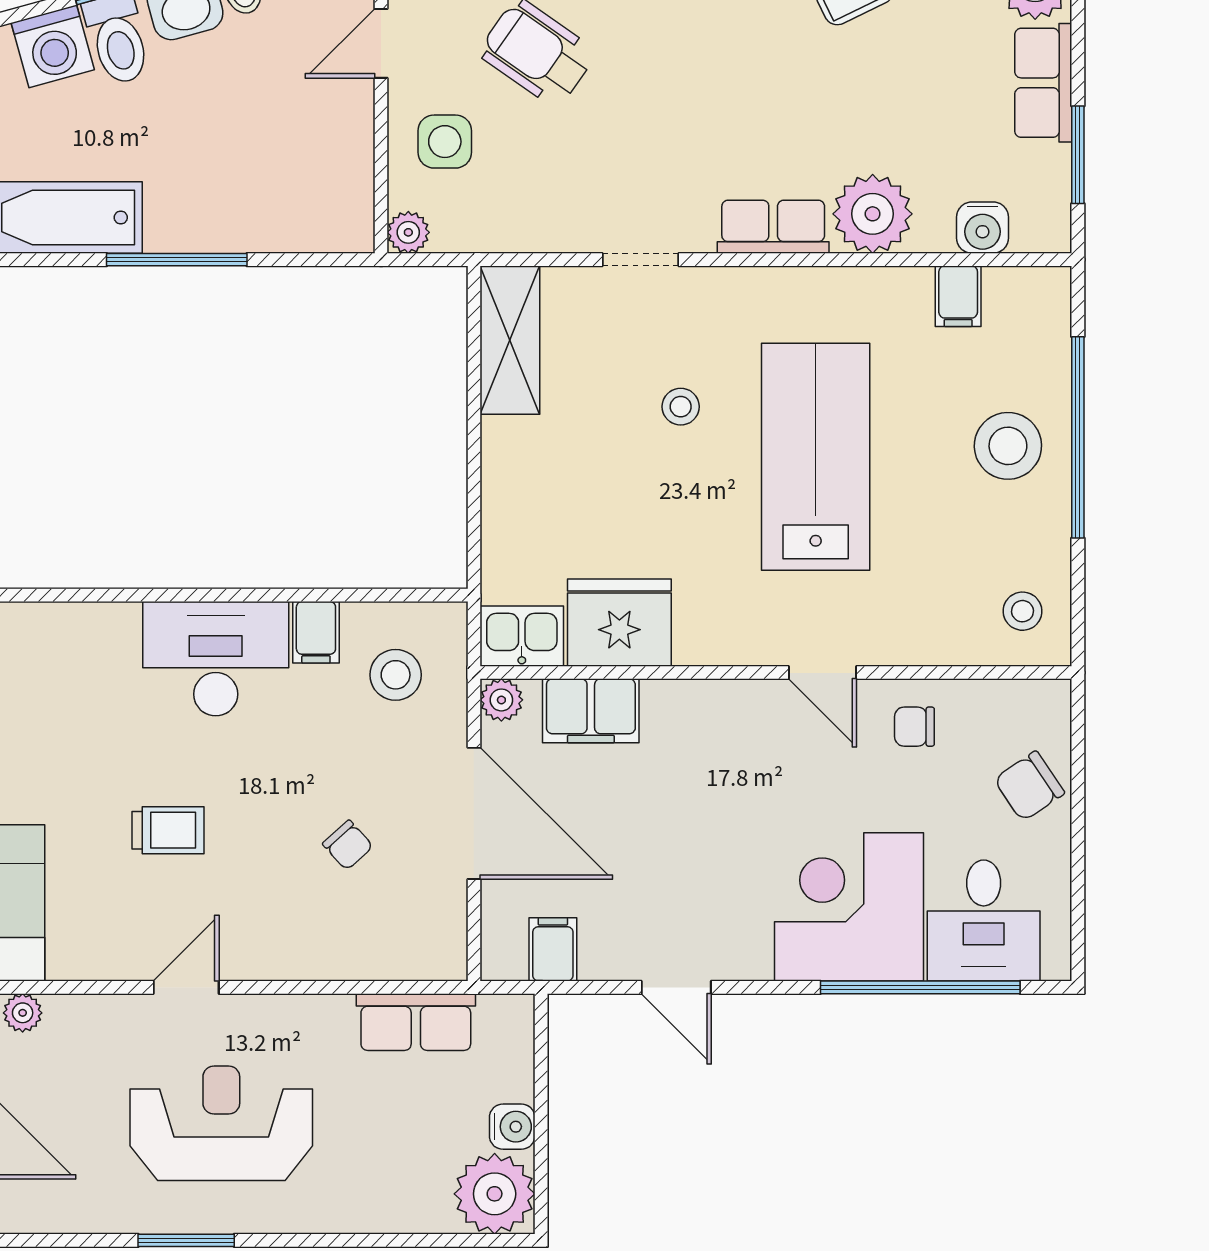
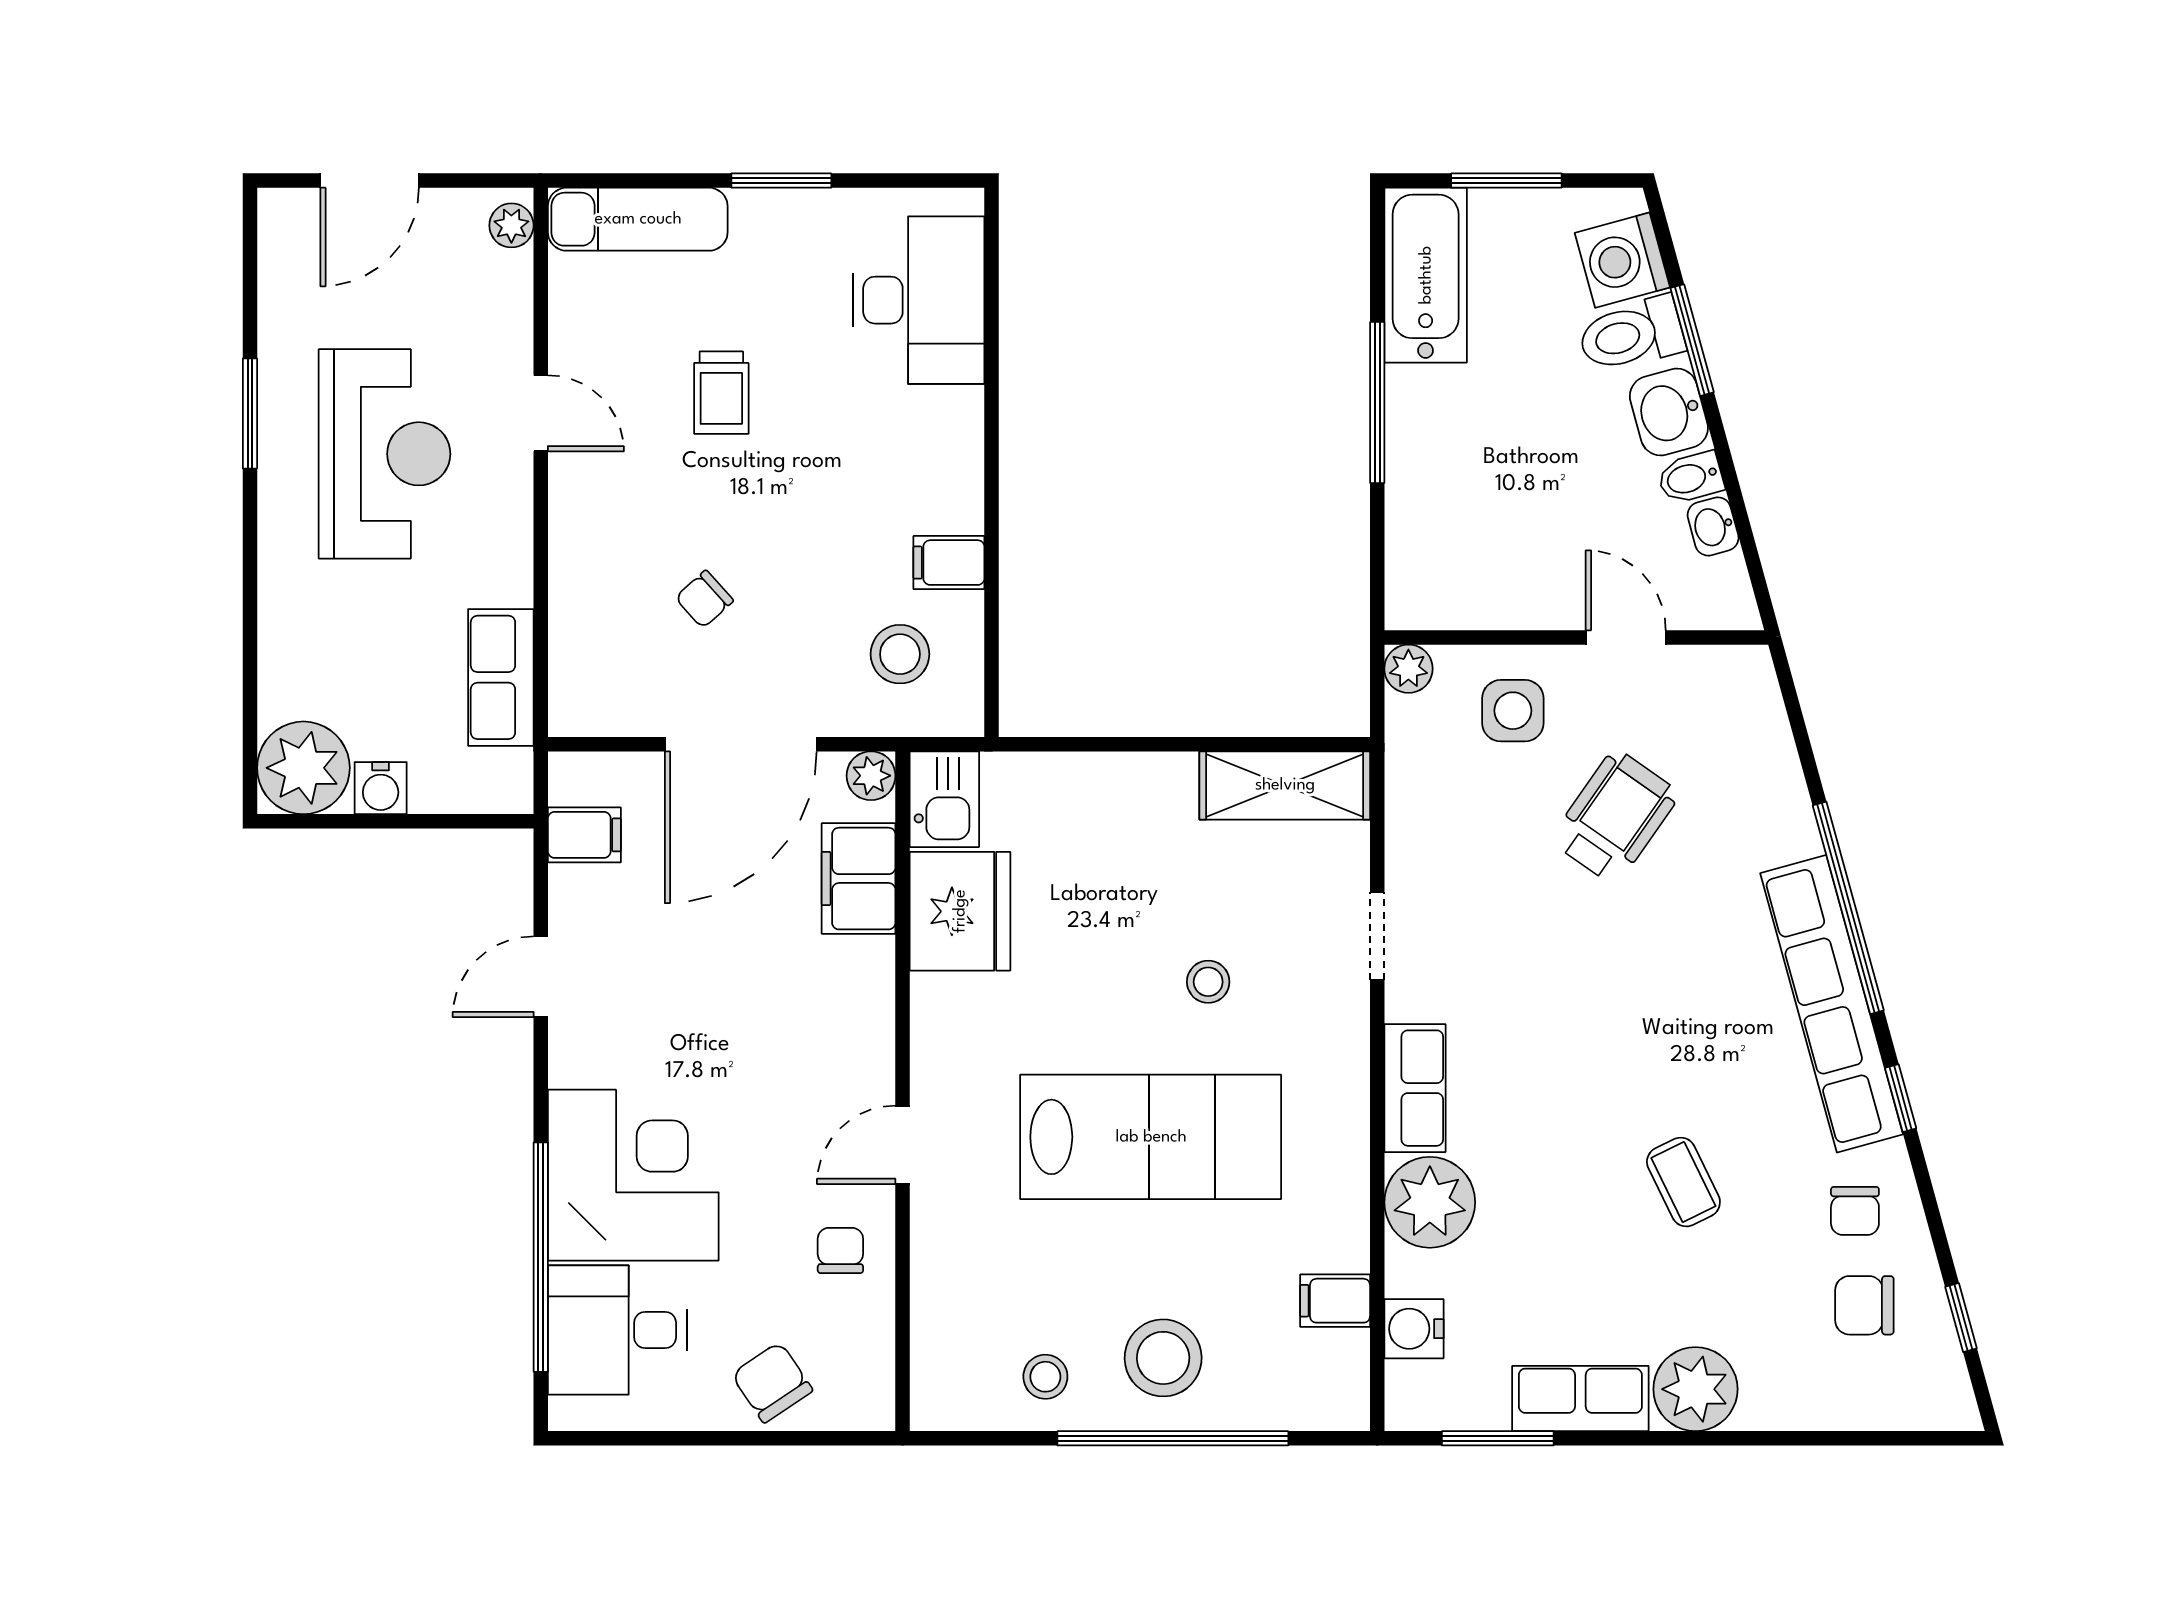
stool: (1023, 611) -> (1045, 1377), moved
desk: (216, 659) -> (919, 300), moved

